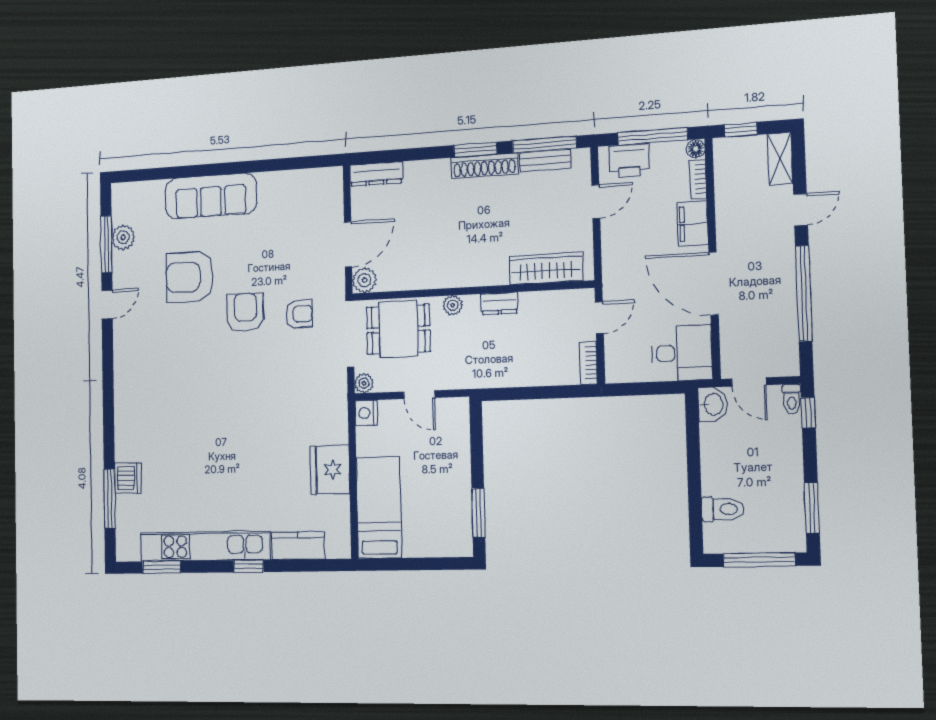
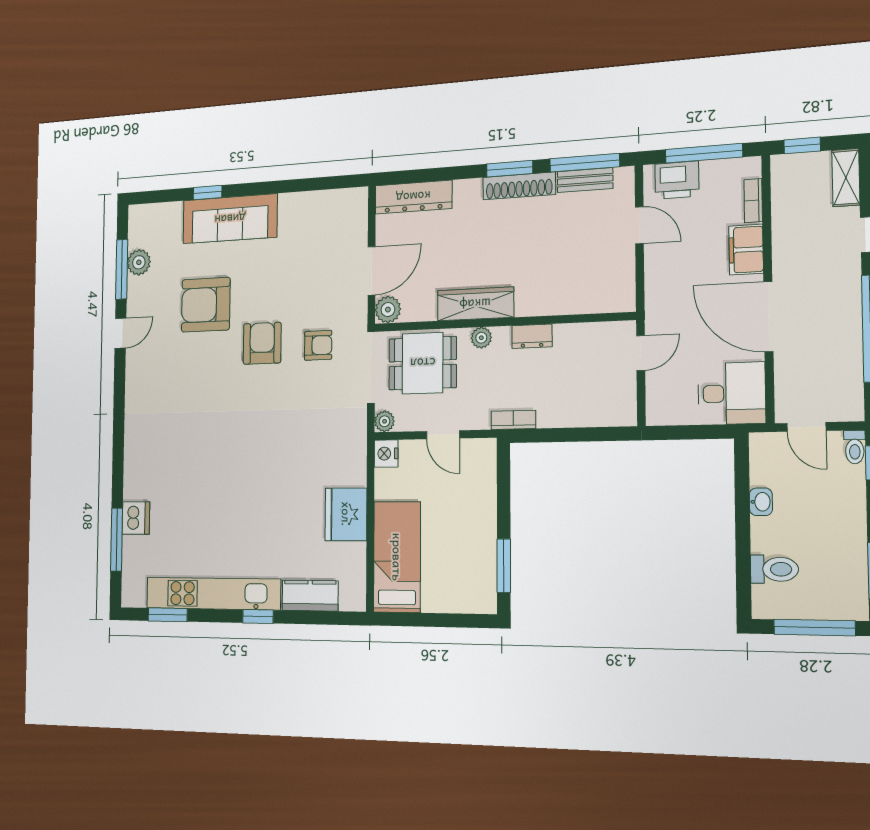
floor lamp: (696, 149) -> (751, 167), removed
window: (188, 171) -> (208, 193), added
dresser: (376, 174) -> (413, 197), width x1.37, depth x1.24
door: (596, 202) -> (639, 225), hinge flipped
wardrobe: (546, 269) -> (475, 304), moved
bookcase: (588, 363) -> (513, 420), moved, turned 90
washbasin: (713, 404) -> (761, 502), moved, width x0.72, depth x0.69

